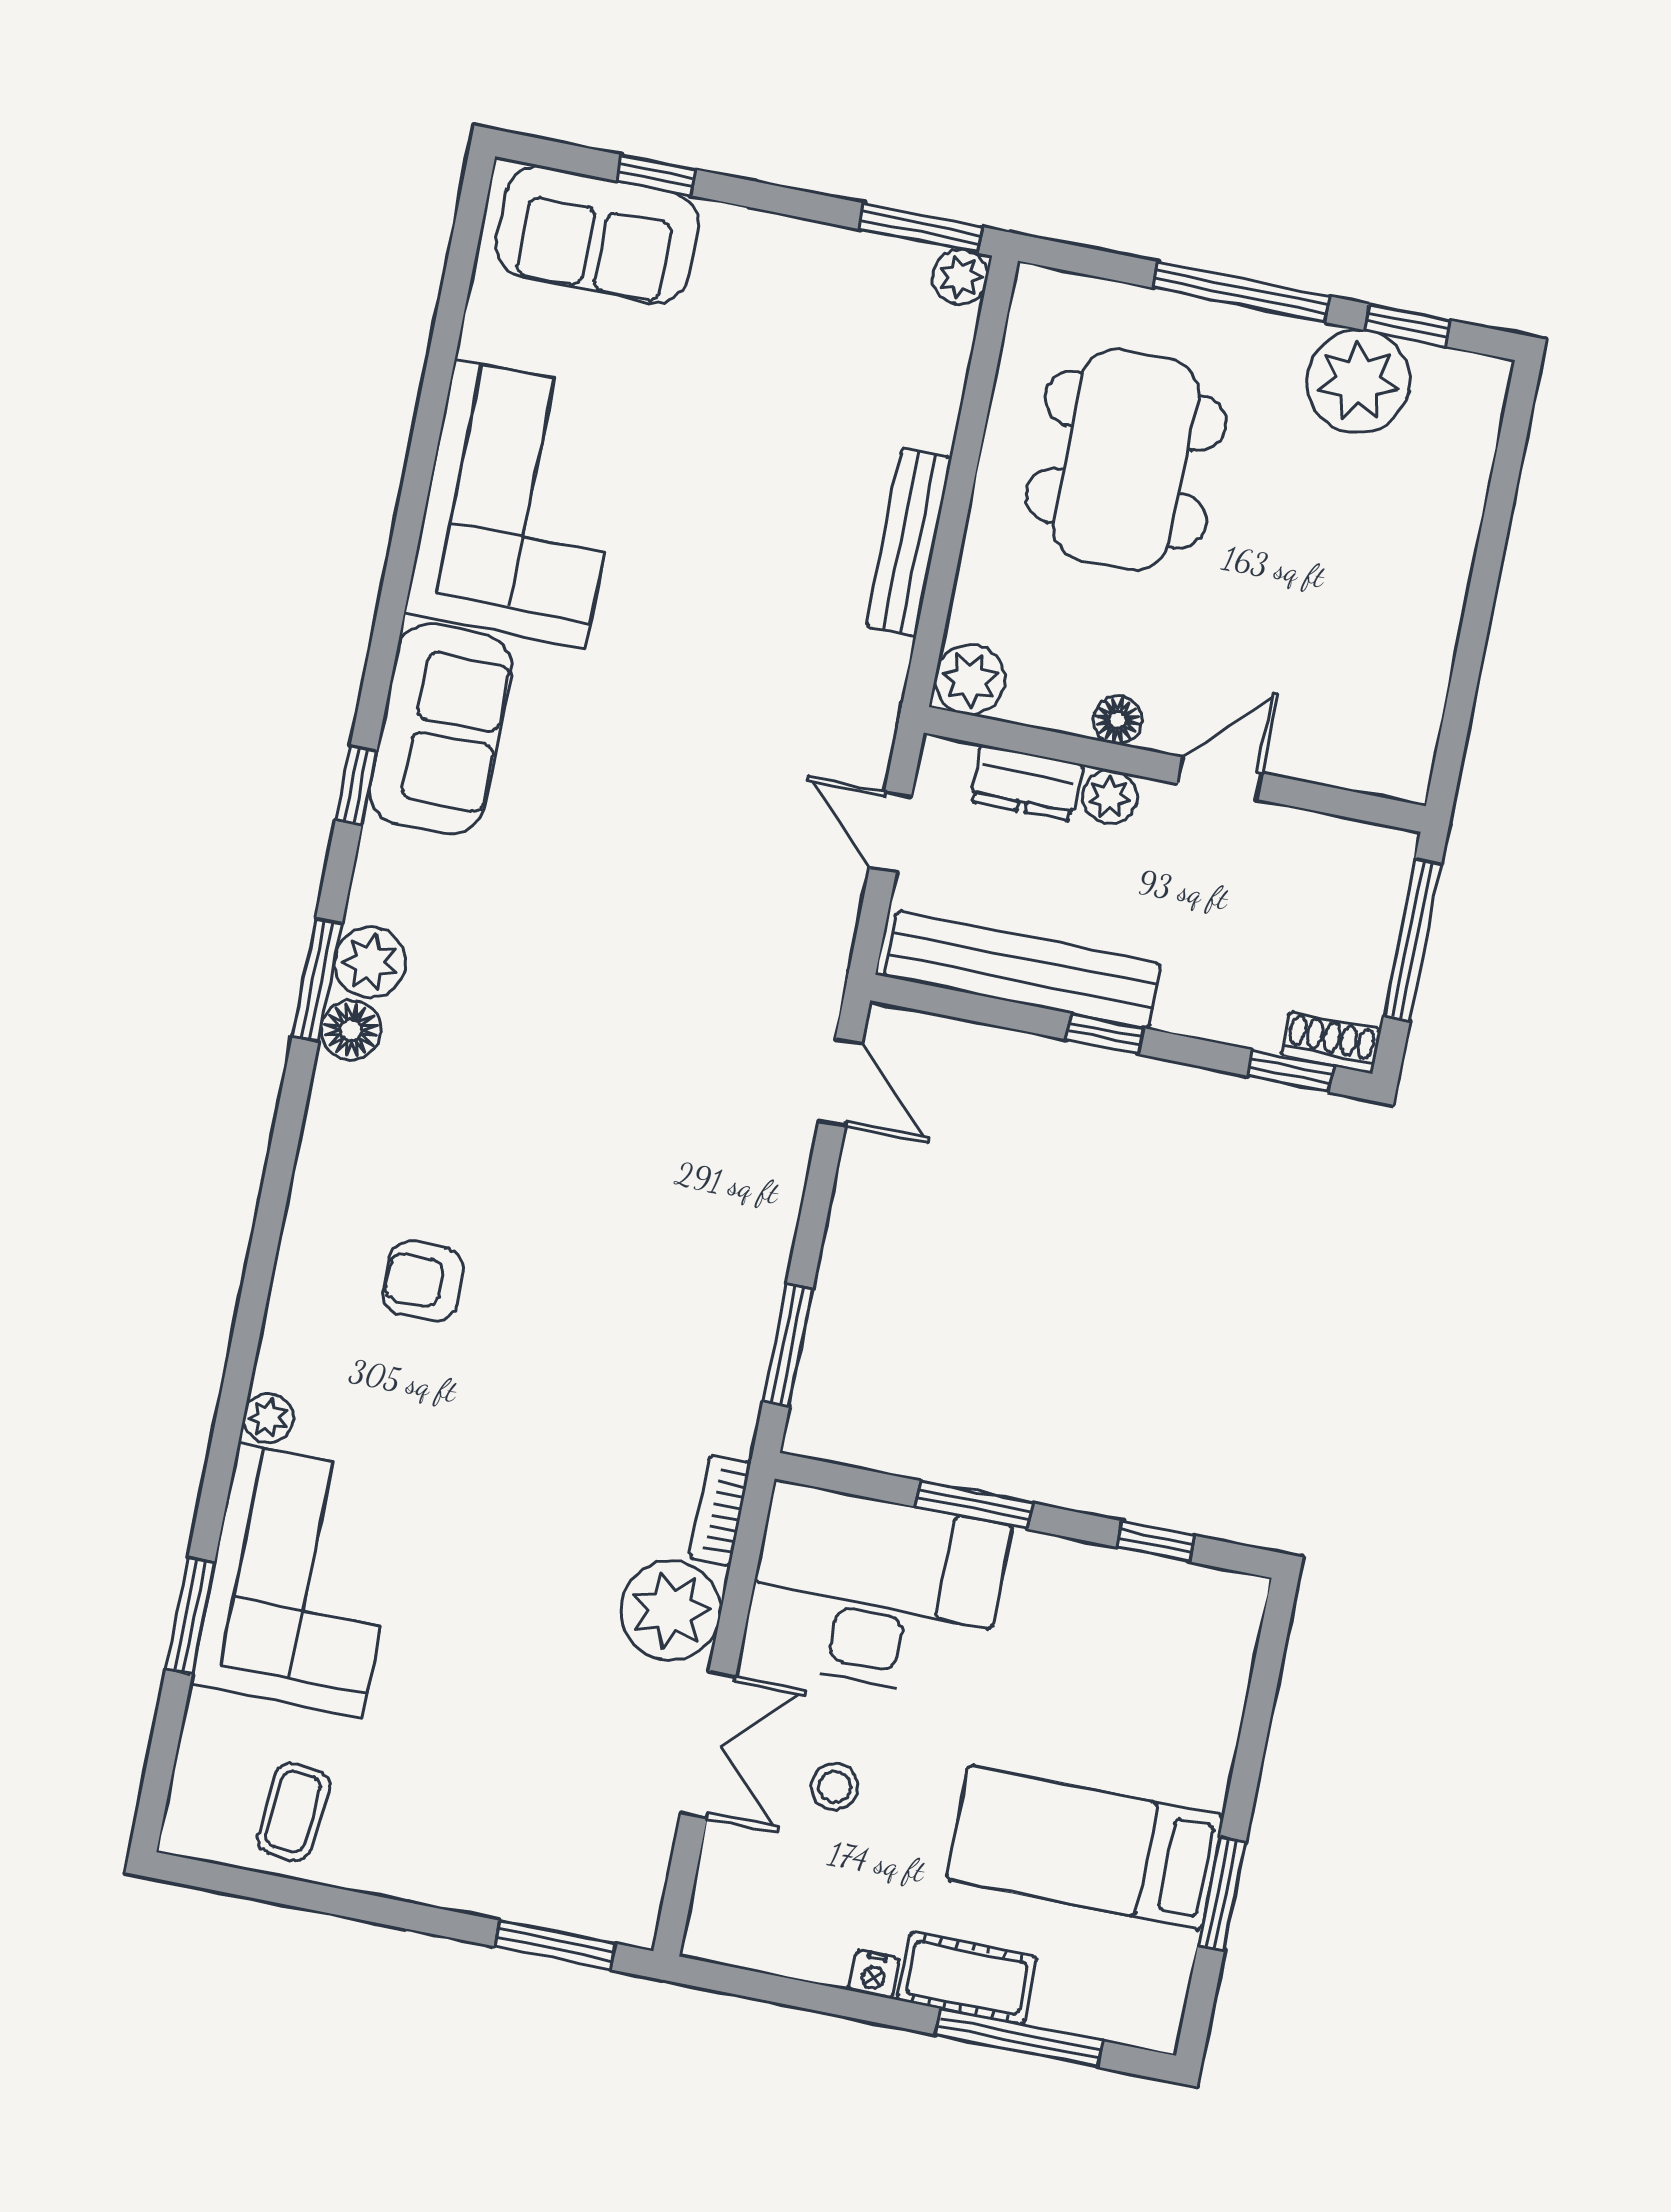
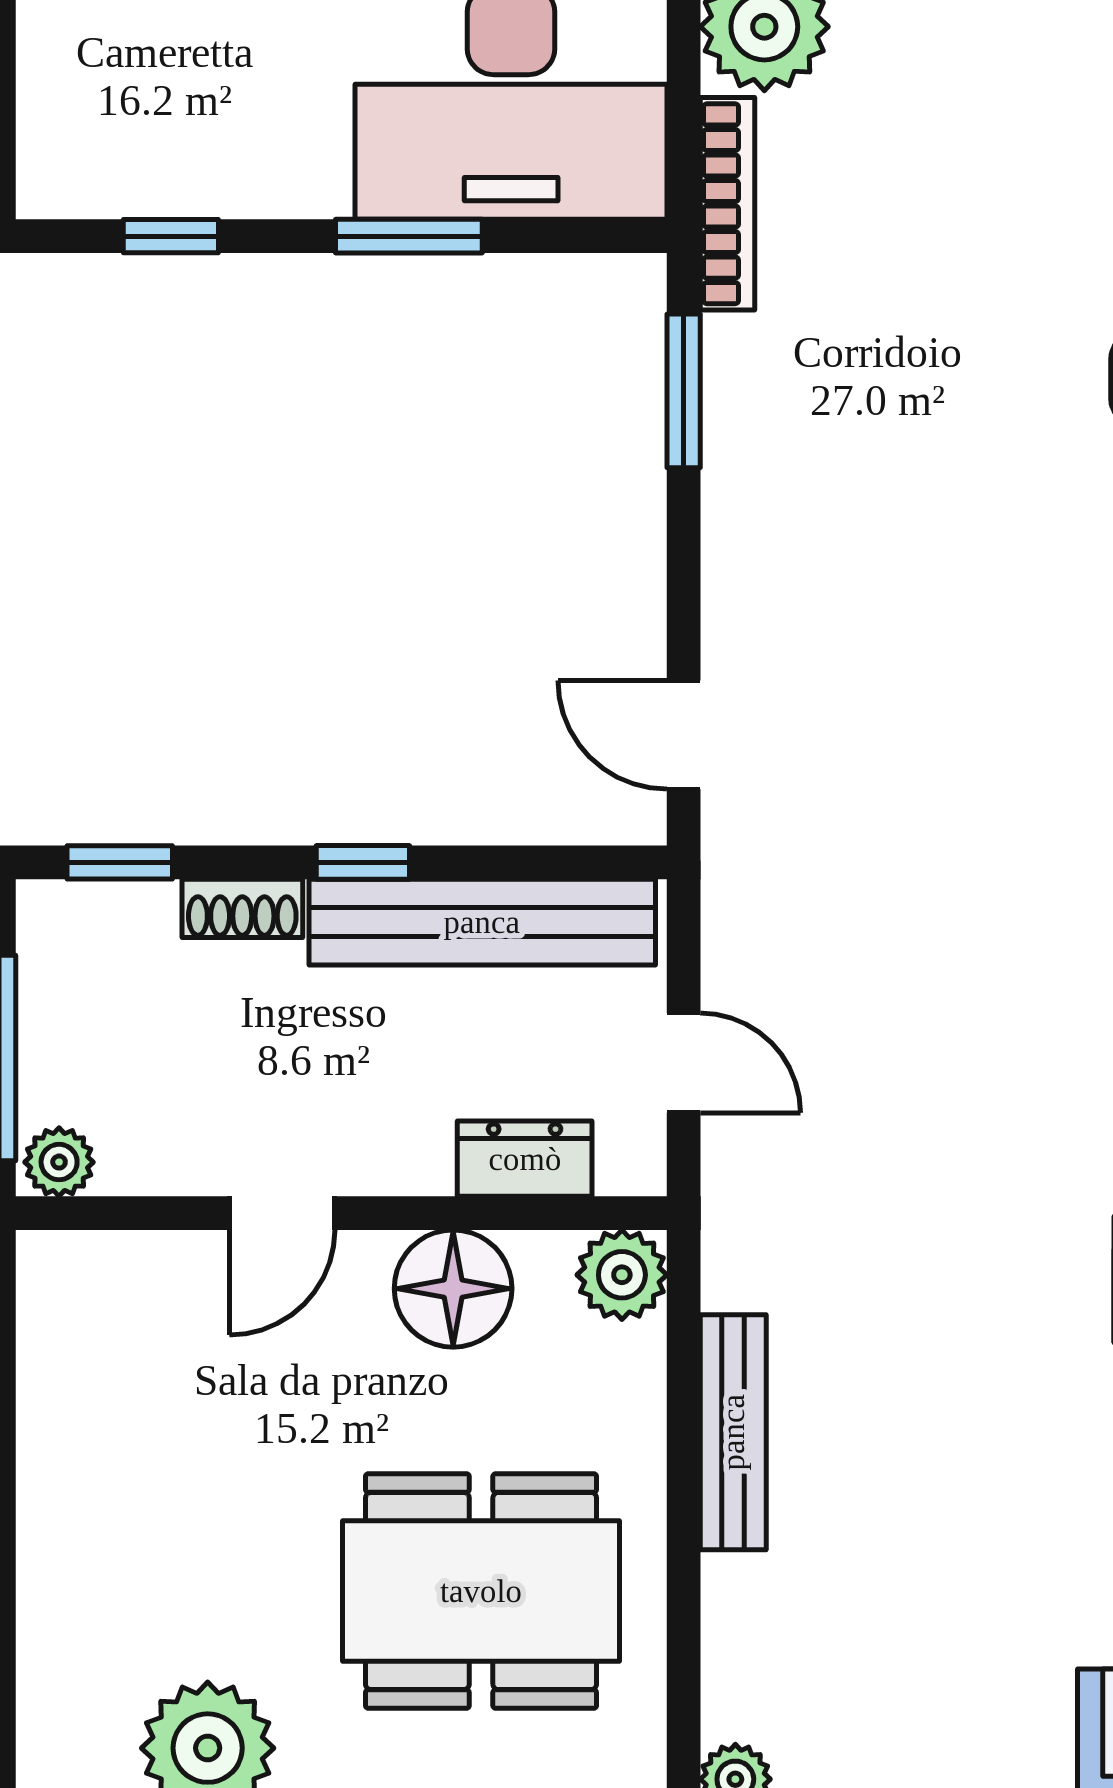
dining table: (1126, 459) -> (481, 1591), turned 90
floor lamp: (1118, 720) -> (453, 1289), width x1.89, depth x1.89
plant: (1110, 797) -> (59, 1162), moved
shoe rack: (1331, 1043) -> (242, 908), moved
bookcase: (720, 1510) -> (727, 204), width x1.56

